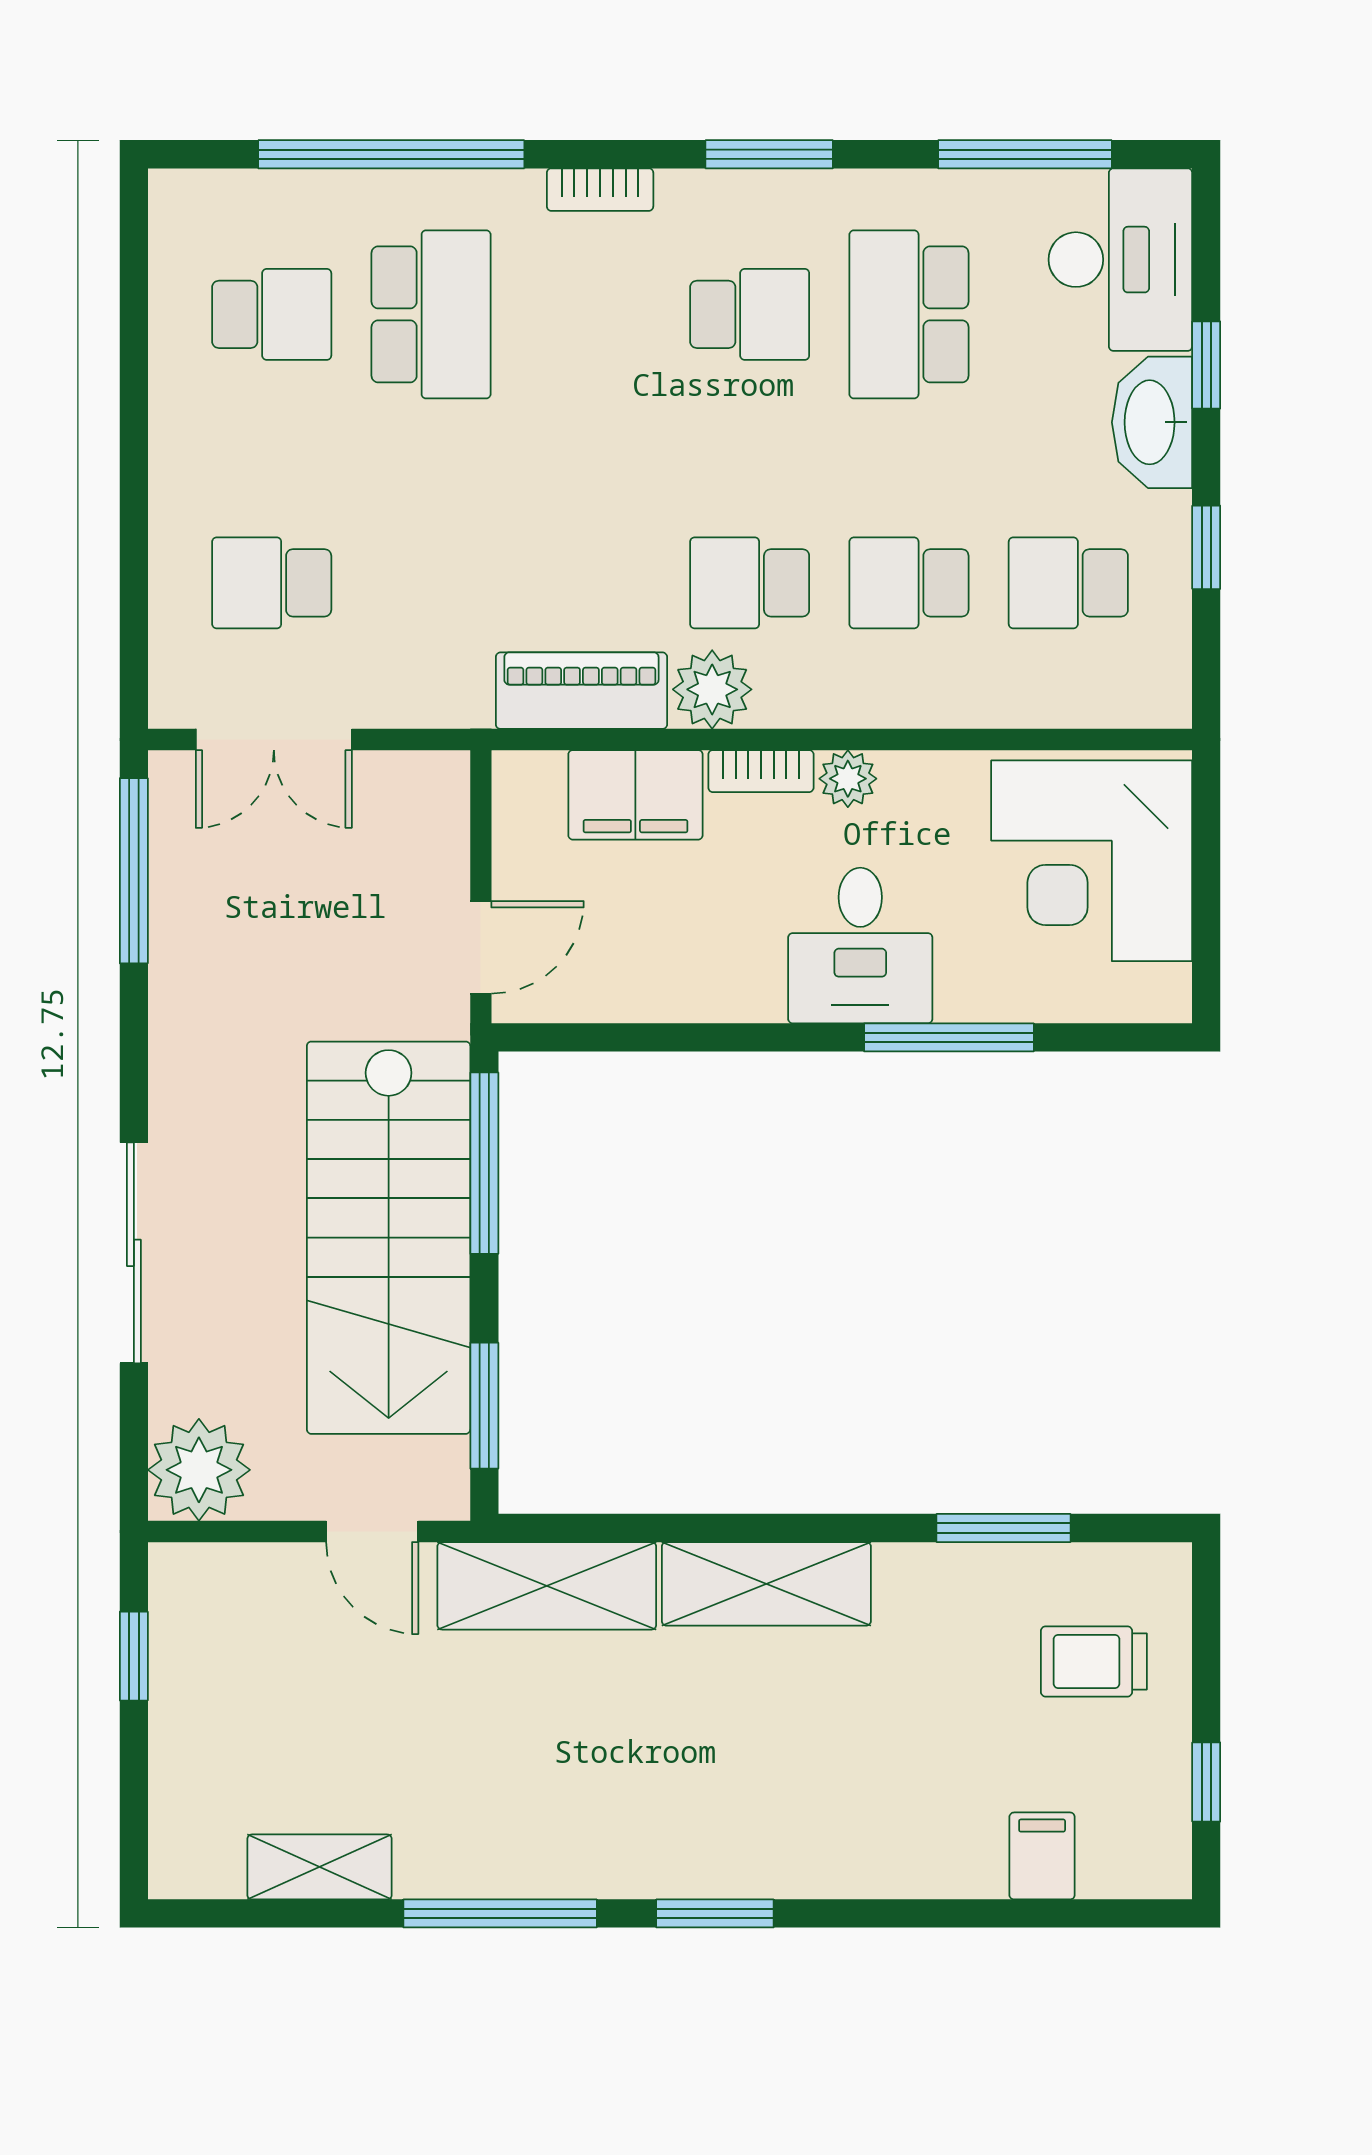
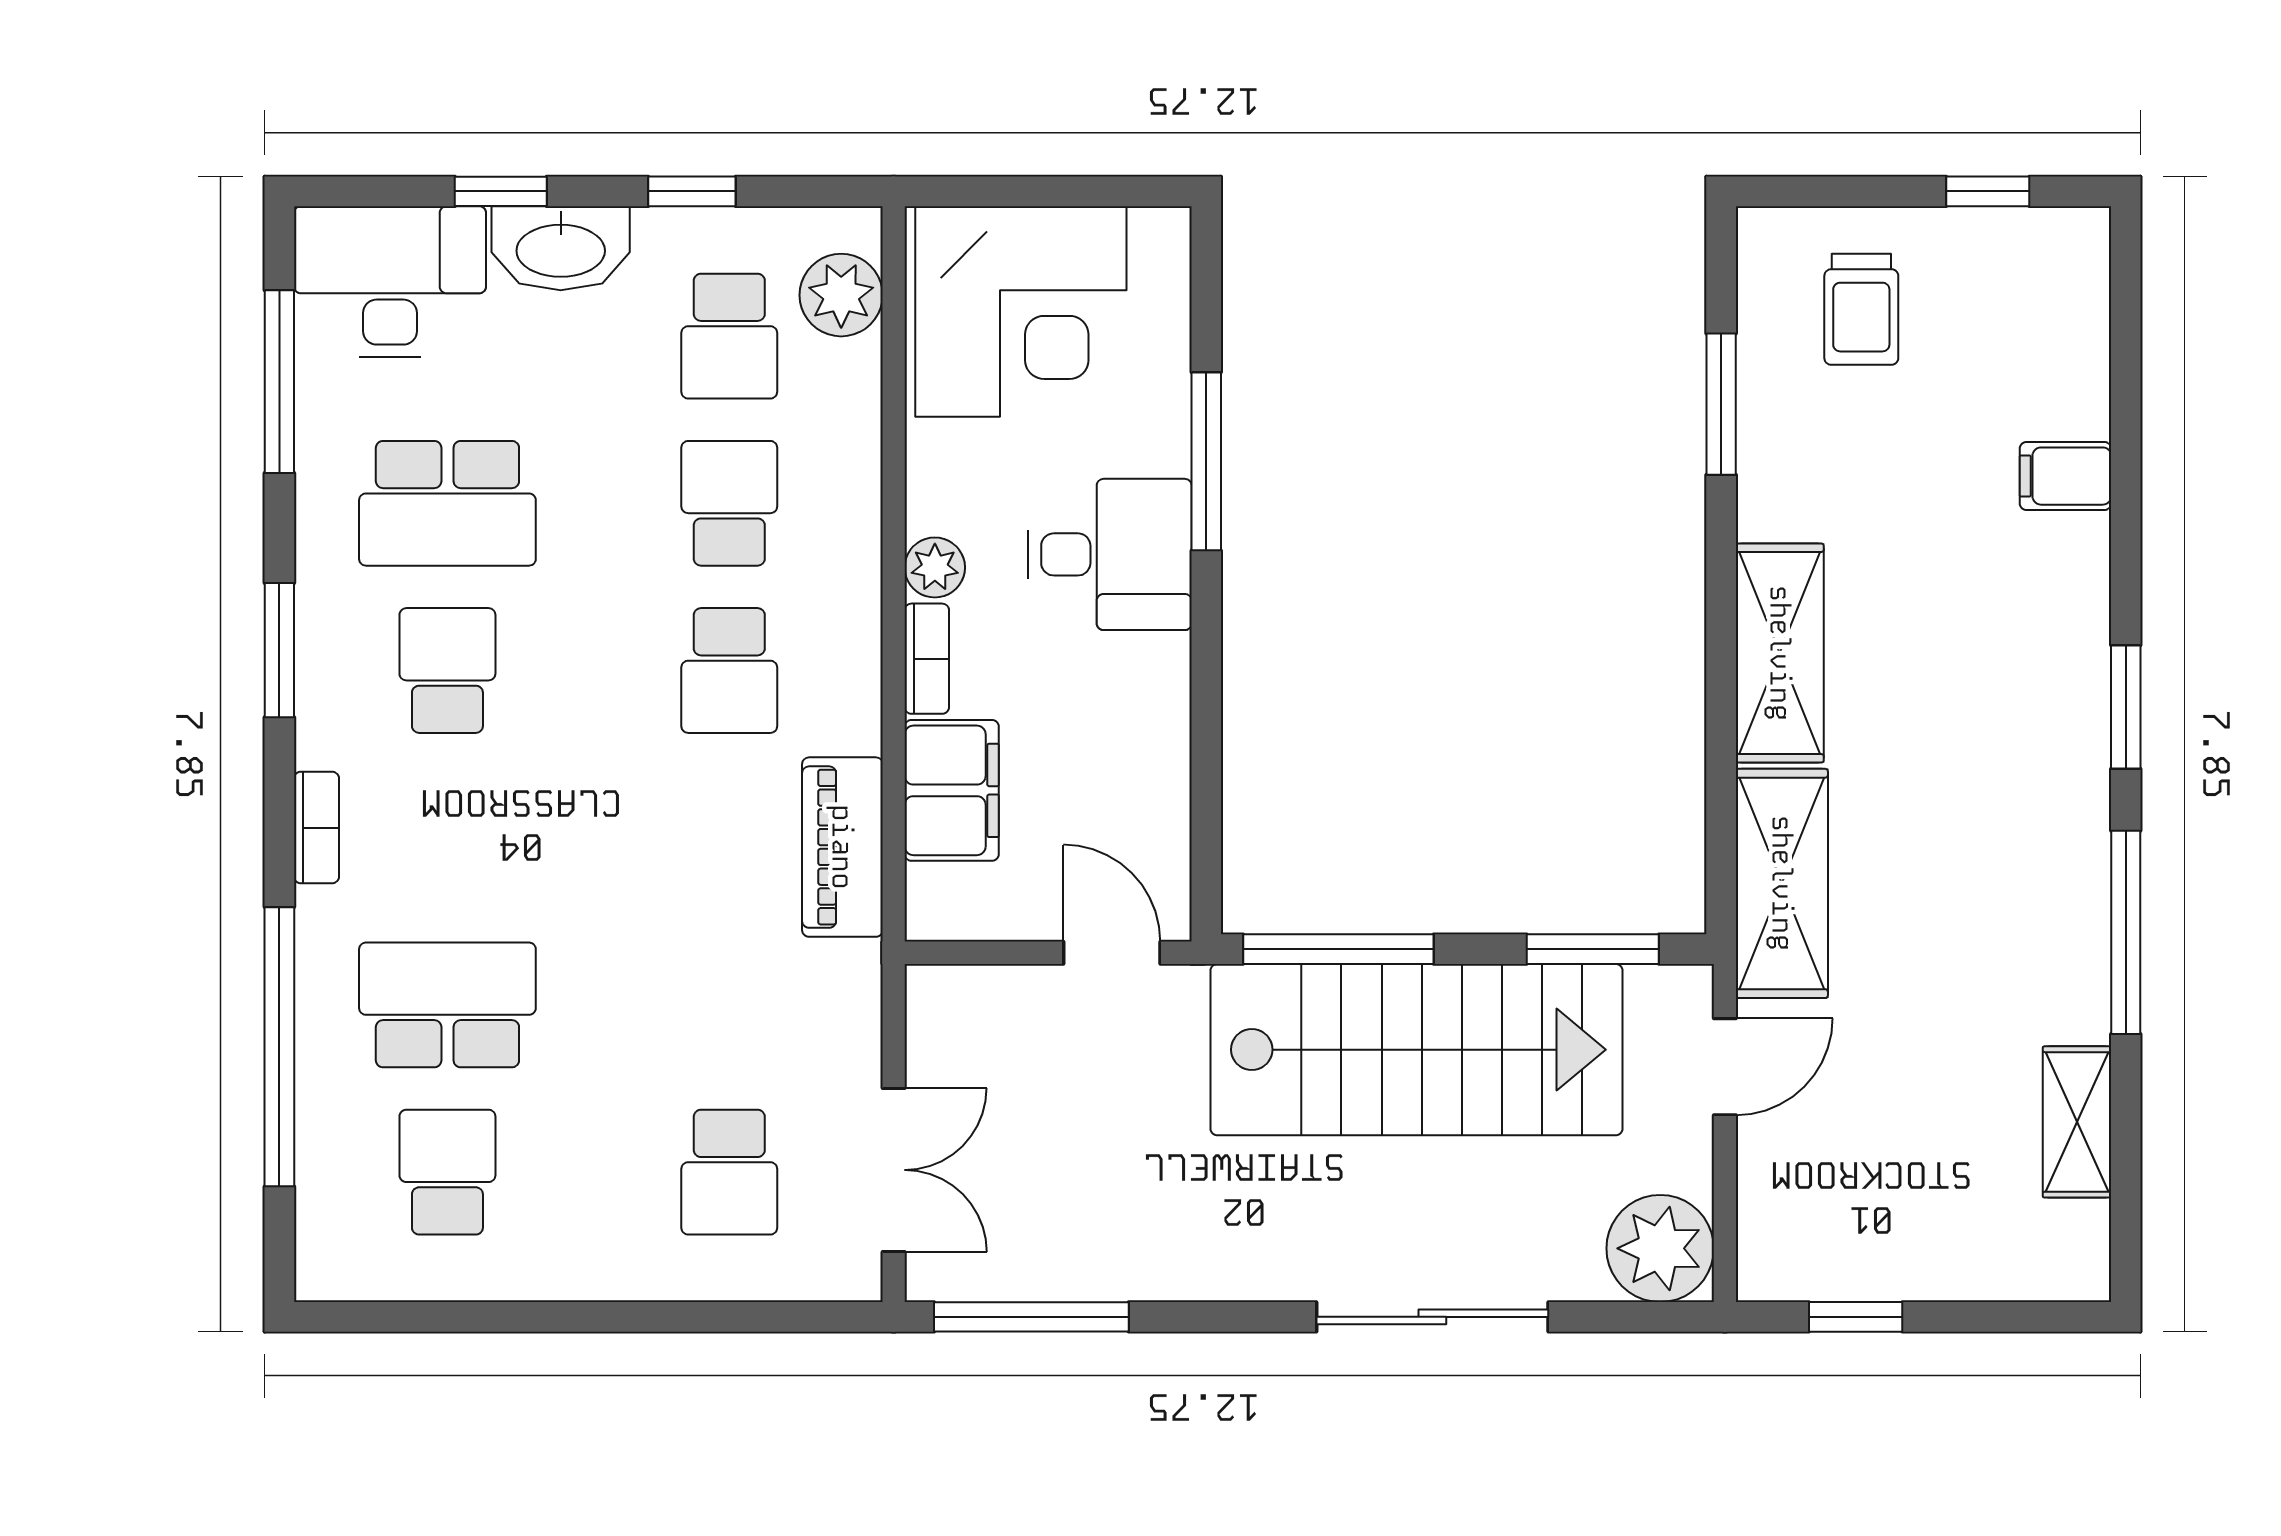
school desk: (909, 583) -> (729, 503), turned 180
plant: (712, 689) -> (841, 295), moved
filing cabinet: (1042, 1856) -> (2065, 476), moved

